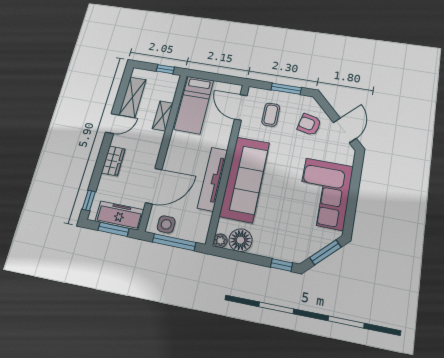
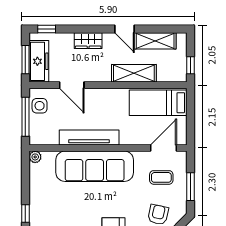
shelving: (163, 116) -> (134, 73), width x1.50, depth x1.33
door: (154, 186) -> (72, 85), width x0.73
floor lamp: (240, 240) -> (39, 174), removed

